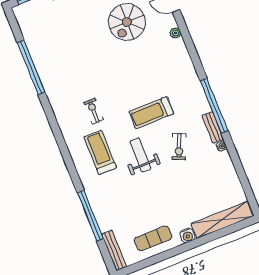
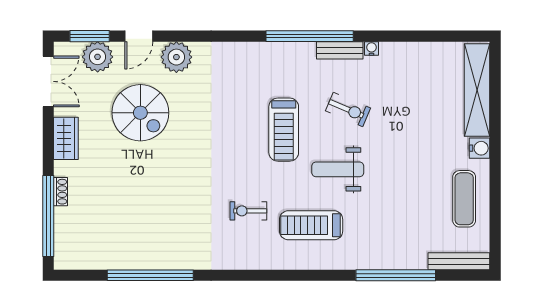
plant: (175, 33) -> (176, 57), width x1.88, depth x1.88

